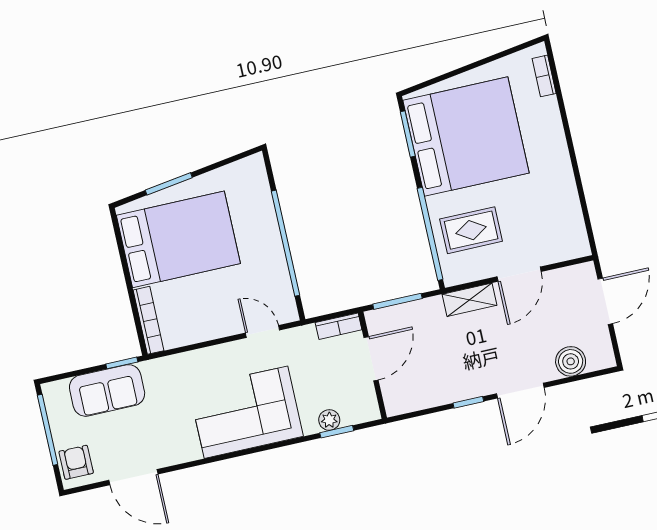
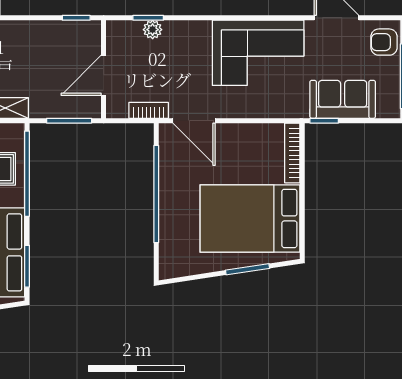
bookcase: (339, 326) -> (149, 110), moved
door: (262, 331) -> (194, 121), width x1.38
window: (468, 402) -> (76, 18), moved
corner sofa: (246, 412) -> (258, 53), moved
armchair: (76, 462) -> (384, 42), turned 90

